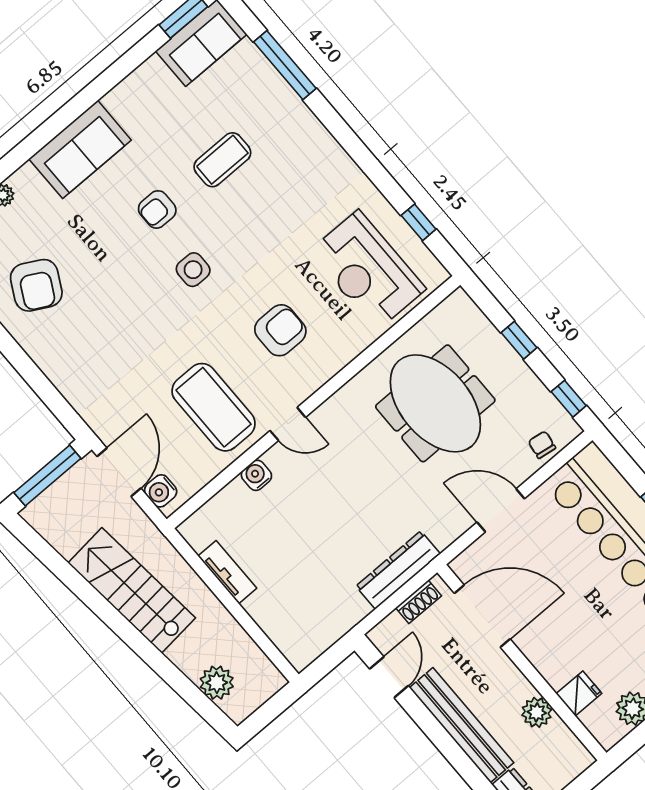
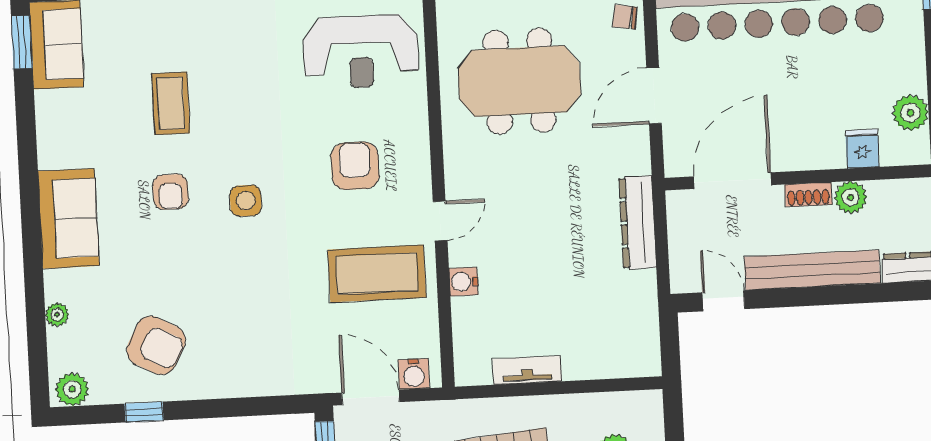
shoe rack: (418, 602) -> (808, 194), moved, turned 90

